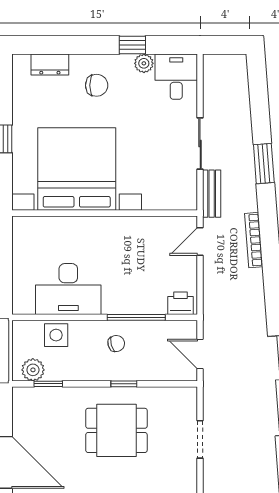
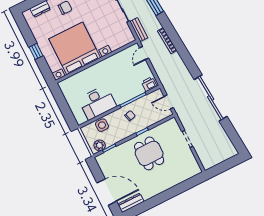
dining table: (116, 430) -> (149, 153), turned 90

